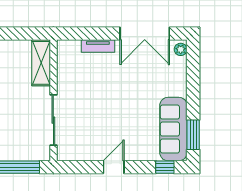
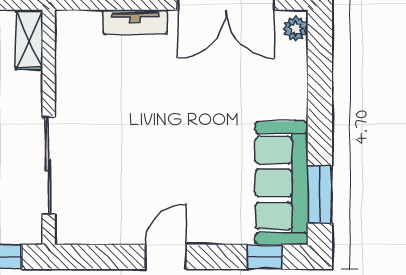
shelving: (41, 63) -> (29, 40), width x0.67, depth x0.75

